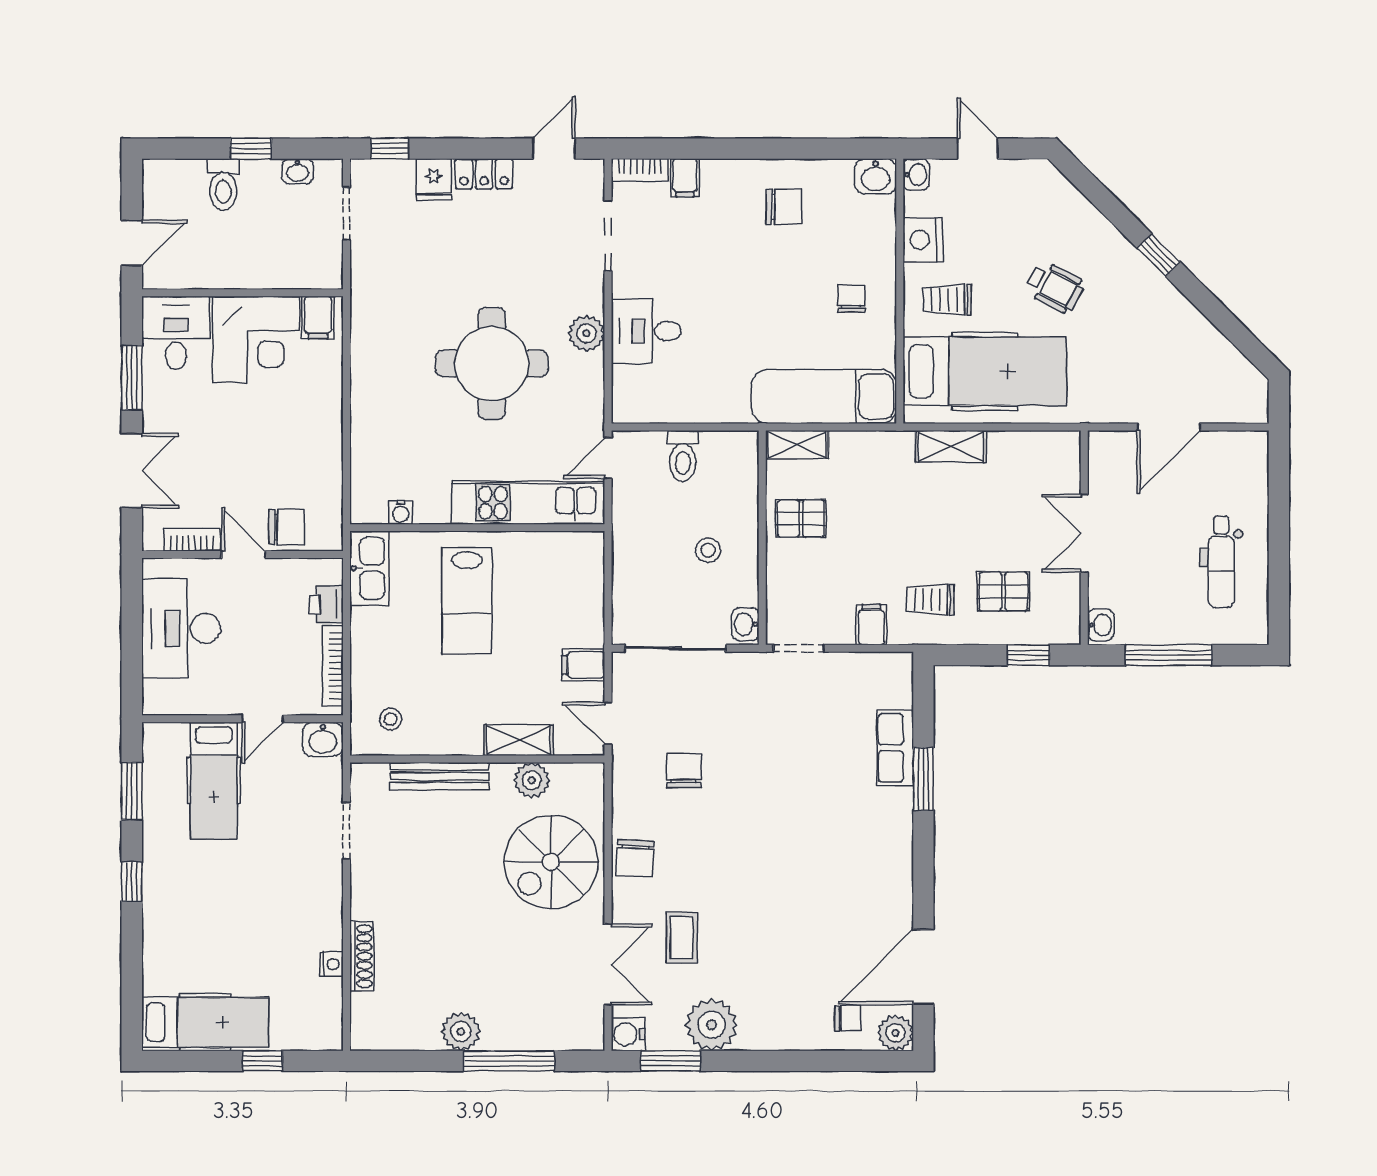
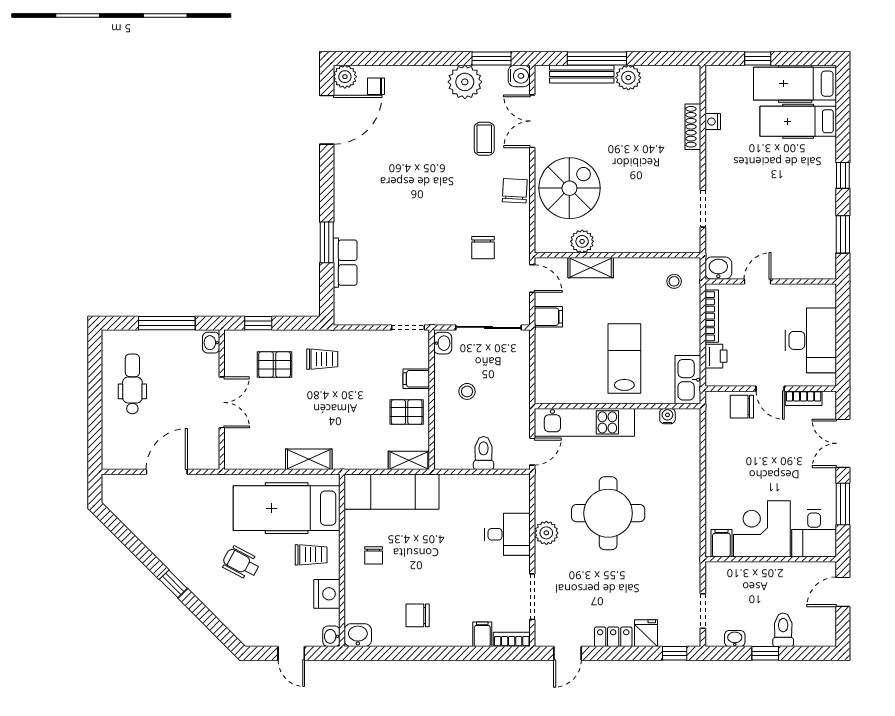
filing cabinet: (871, 625) -> (416, 379), moved, turned 90
bench: (439, 776) -> (582, 74), moved
hospital bed: (214, 781) -> (798, 121), moved, turned -90

